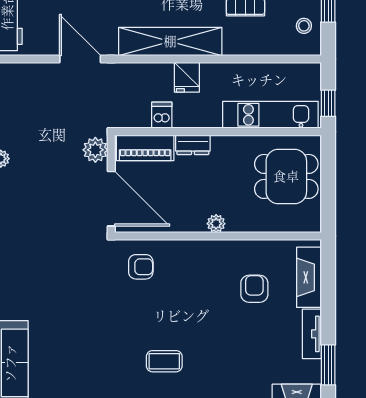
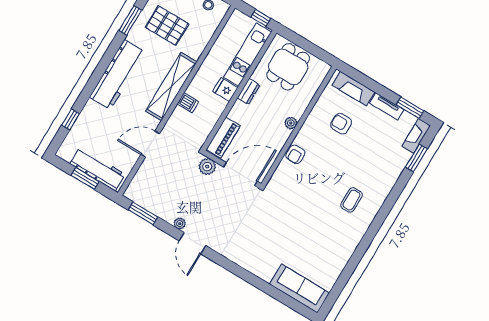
fridge: (187, 77) -> (225, 90), moved, turned 180
dishwasher: (162, 115) -> (188, 103), moved, turned 180
dresser: (193, 145) -> (249, 91), moved
armchair: (141, 267) -> (295, 154), moved, turned 180

